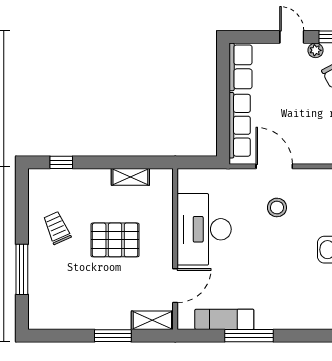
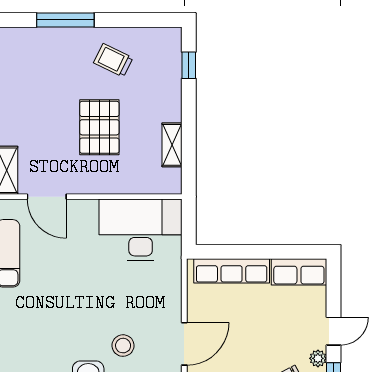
door: (274, 166) -> (184, 344), moved
stool: (277, 207) -> (123, 346), moved
trolley: (57, 228) -> (113, 60), turned -130
desk: (204, 229) -> (141, 230), moved

